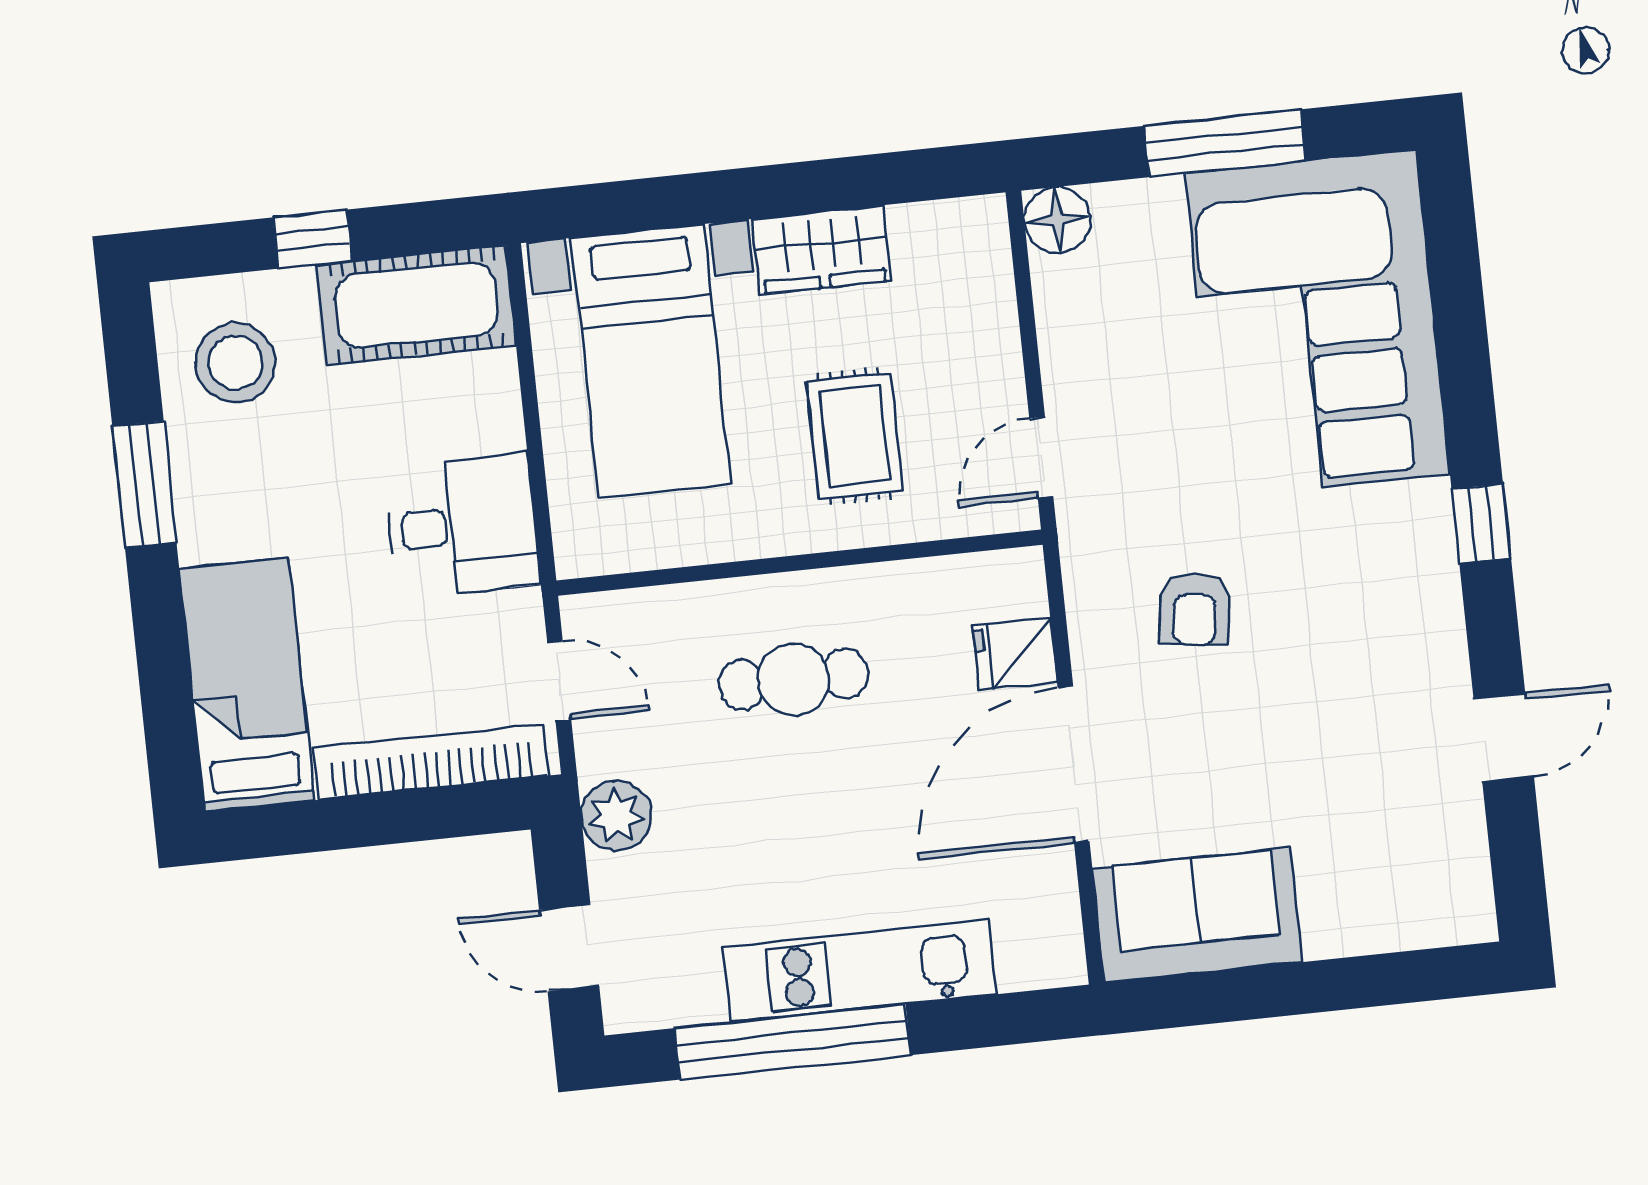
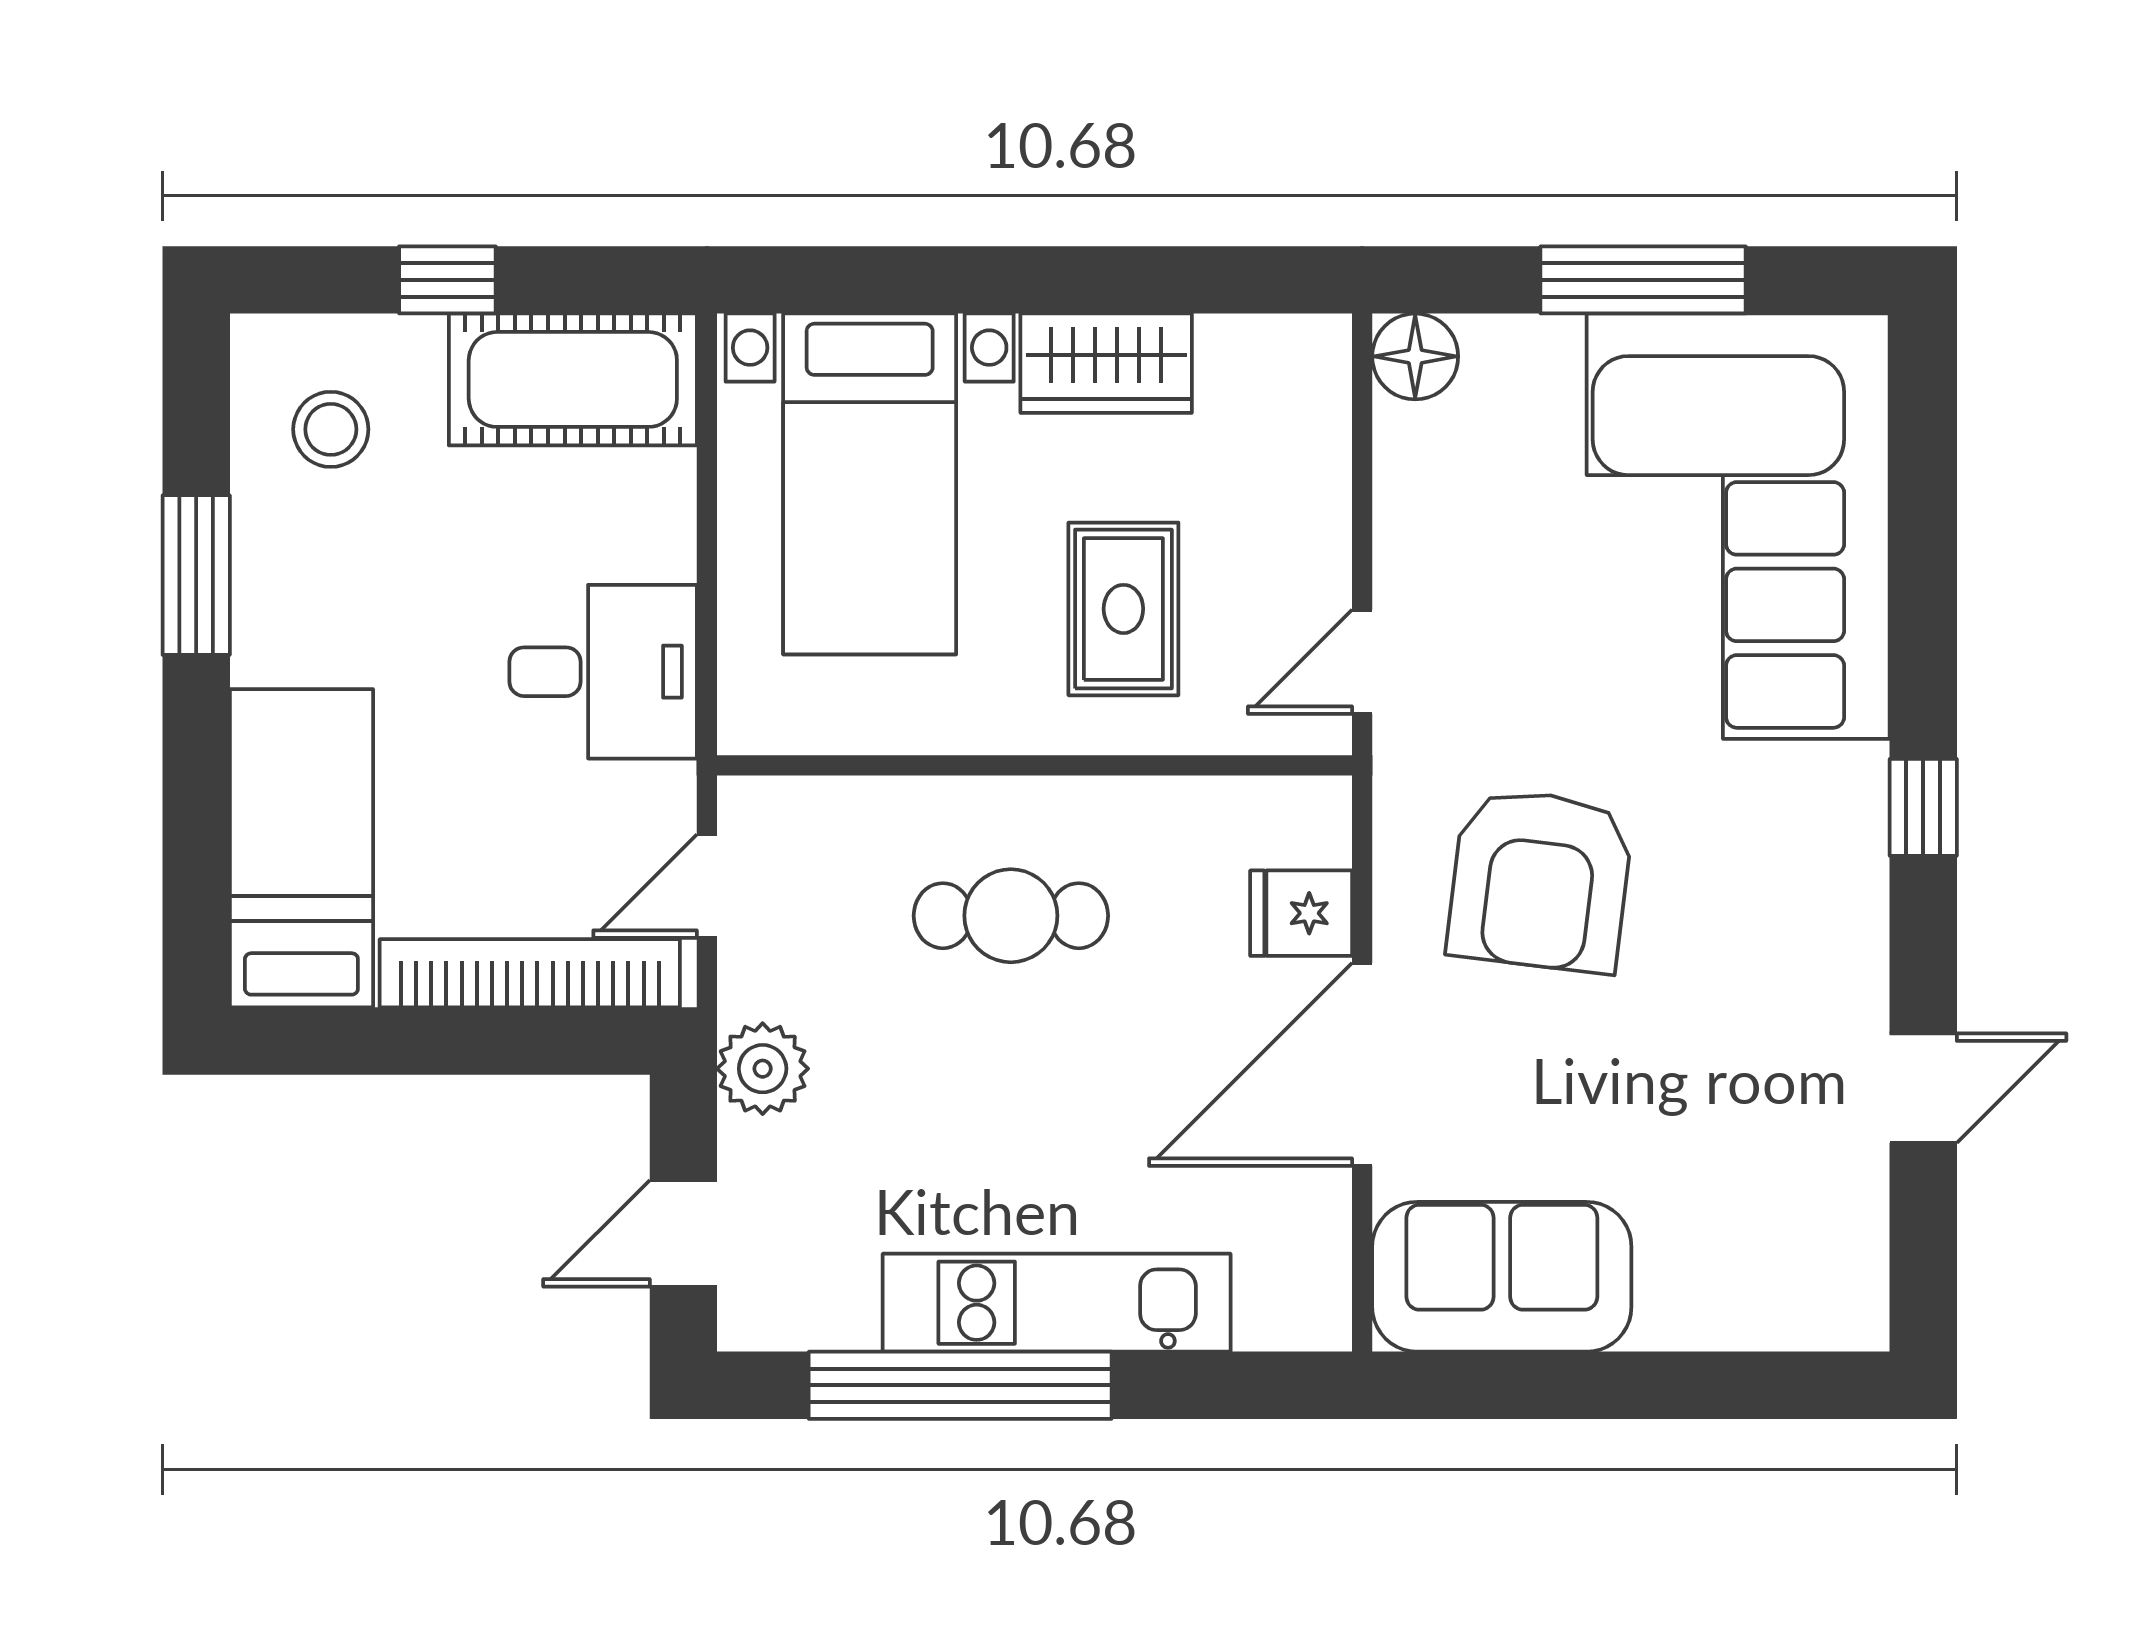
stool: (235, 363) -> (331, 429), width x0.73, depth x0.73
armchair: (1195, 610) -> (1540, 880), width x1.88, depth x1.88
door: (559, 681) -> (707, 886), swing flipped
door: (569, 948) -> (683, 1233), hinge flipped

